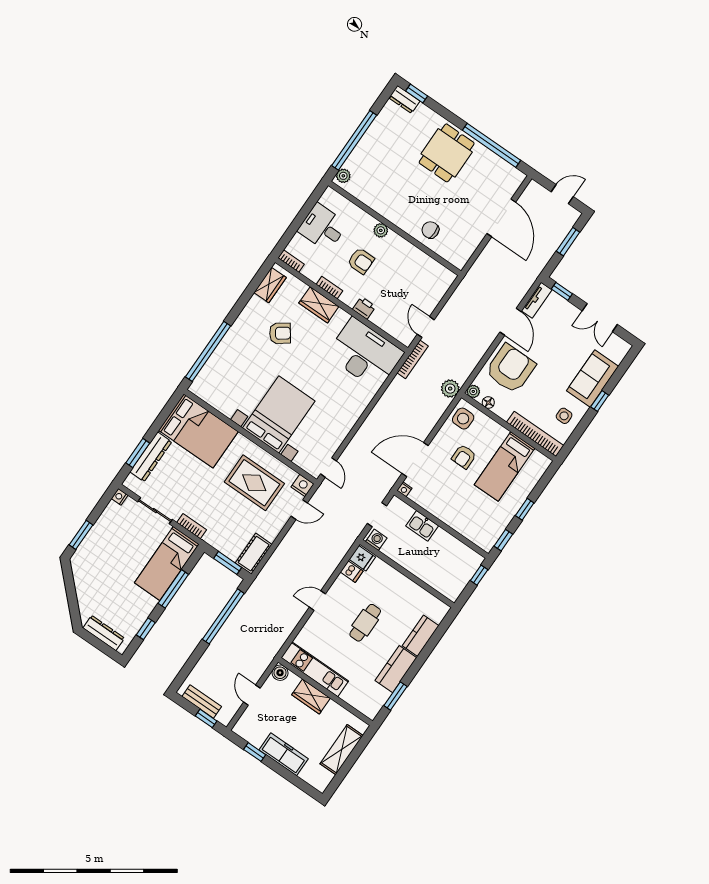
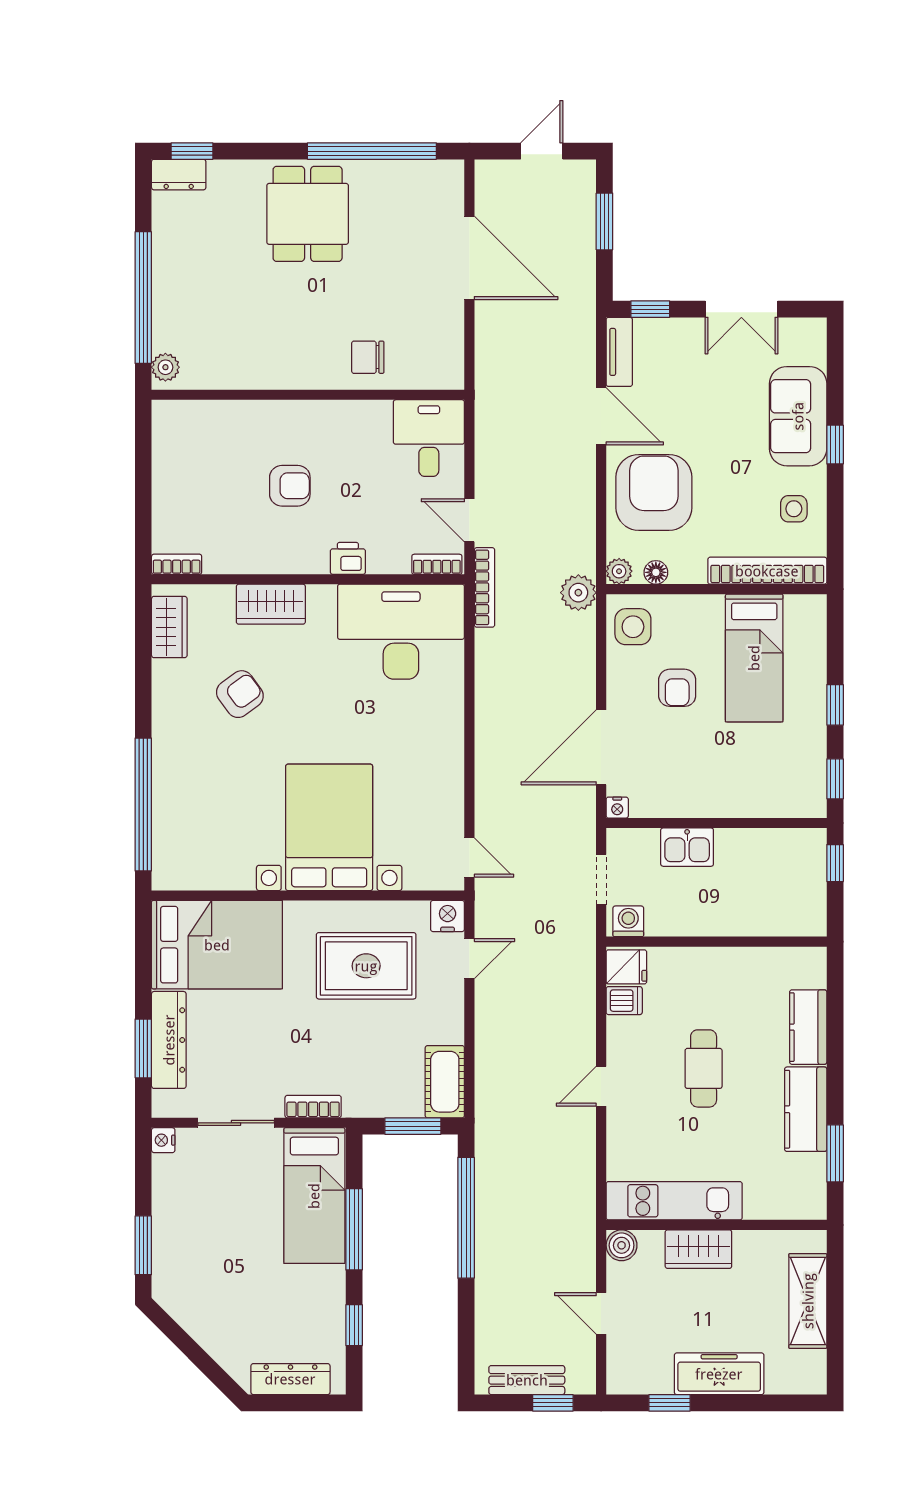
desk: (323, 227) -> (429, 438), moved, turned 90
plant: (381, 230) -> (288, 414), removed
bookcase: (329, 288) -> (437, 564), moved

